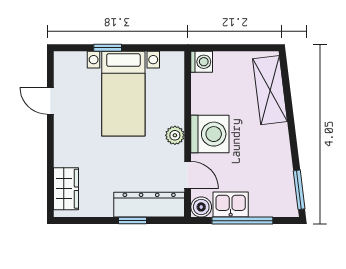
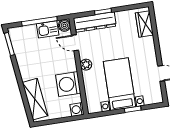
washing machine: (210, 134) -> (68, 84), moved

